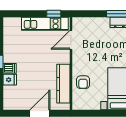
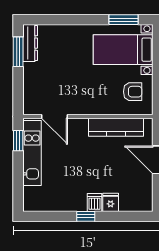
armchair: (83, 82) -> (133, 92), moved

